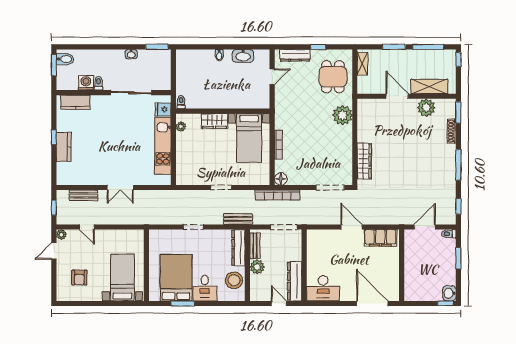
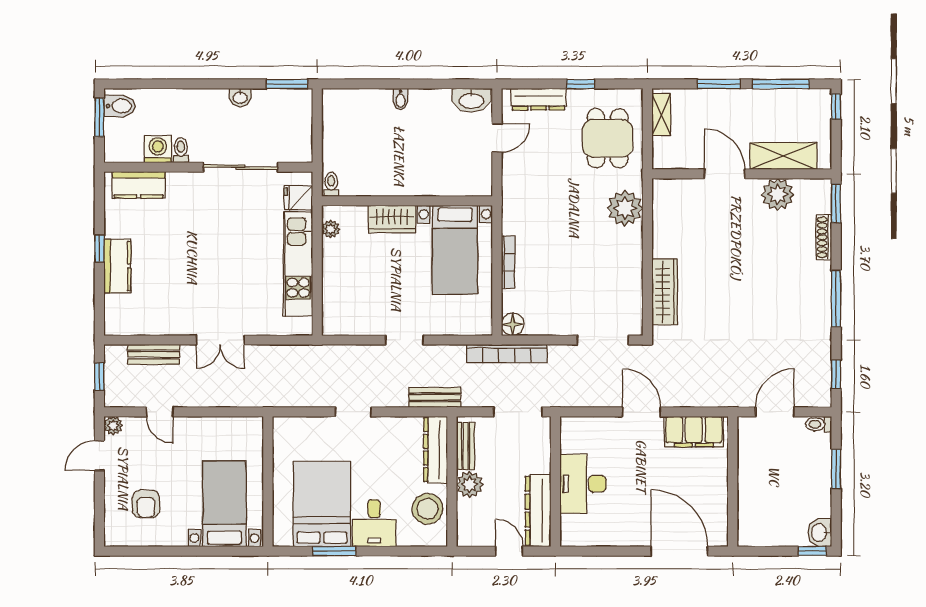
washbasin: (243, 56) -> (471, 100), moved
desk: (323, 288) -> (583, 484), moved, turned 90

